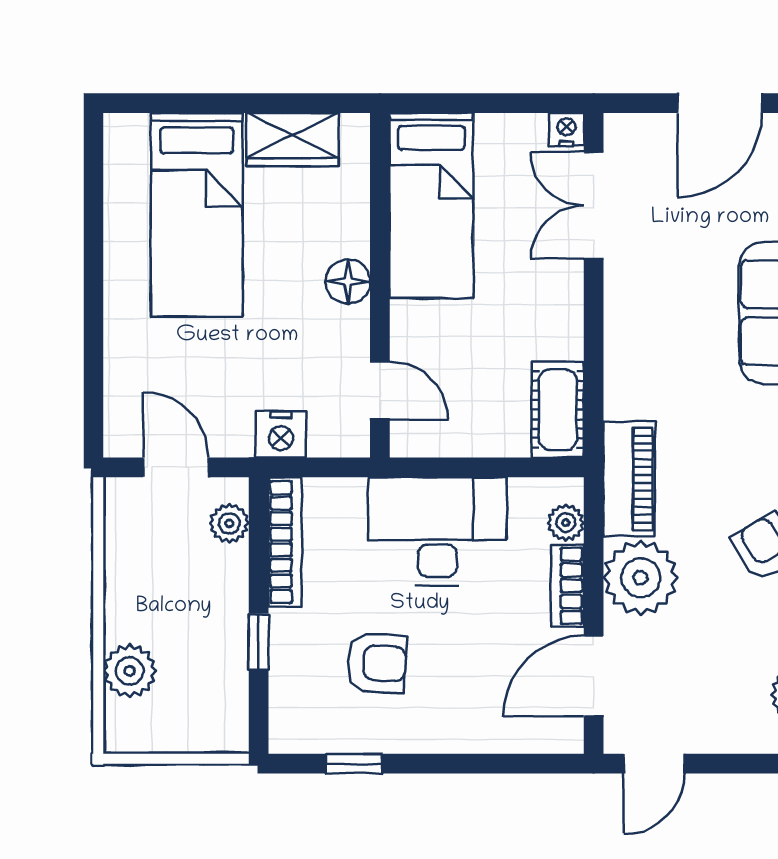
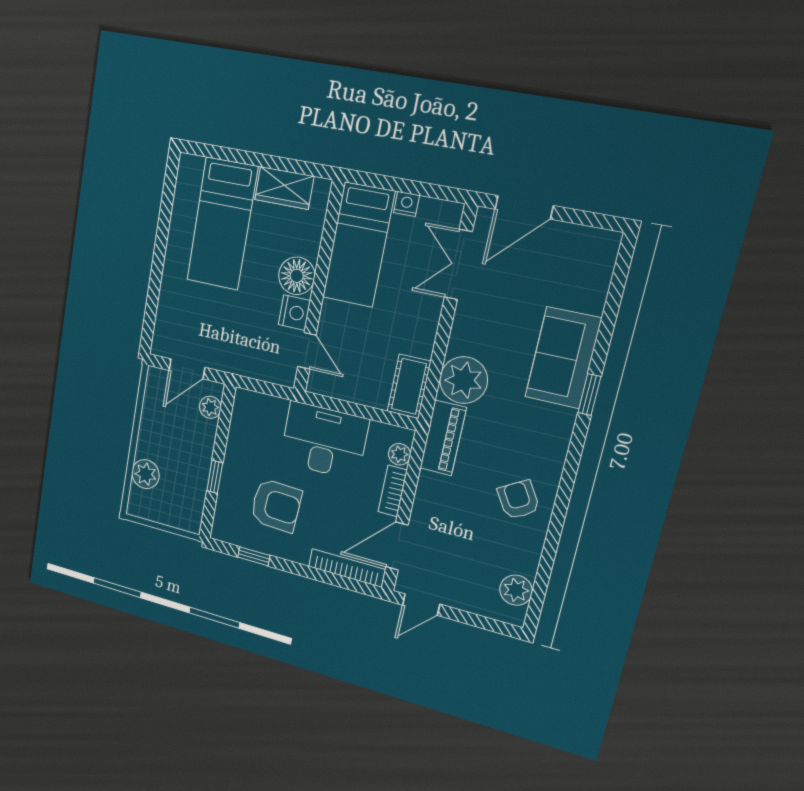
door: (720, 103) -> (524, 207), moved
nightstand: (566, 129) -> (406, 204), moved
floor lamp: (348, 282) -> (297, 276), width x1.38, depth x1.38
nightstand: (281, 434) -> (294, 313), moved, turned -90
door: (176, 467) -> (187, 369), swing flipped
bookcase: (285, 542) -> (347, 568), moved, turned -90
plant: (641, 578) -> (464, 380), moved
armchair: (377, 663) -> (276, 505), width x1.38, depth x1.38

